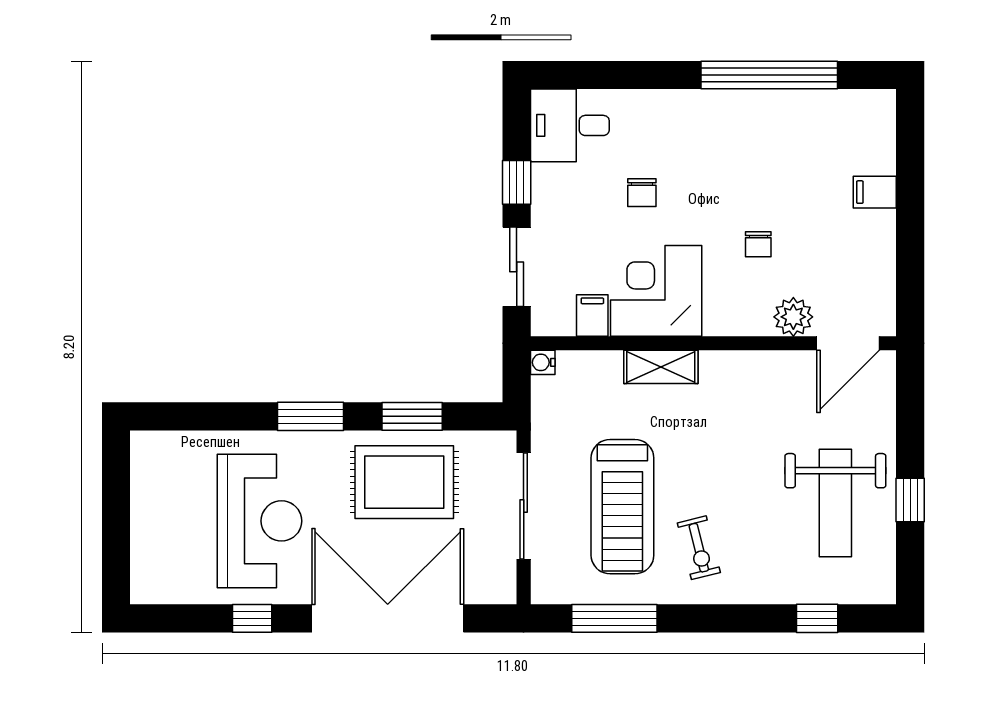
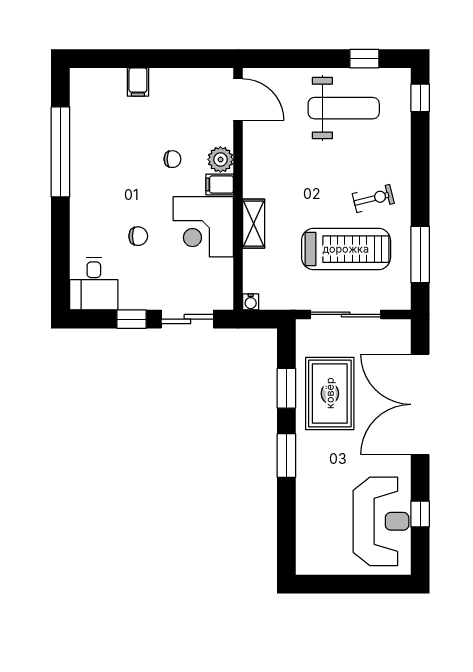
filing cabinet: (592, 315) -> (220, 185), moved
plant: (793, 317) -> (220, 159), moved
window: (910, 500) -> (364, 59), moved
reception desk: (260, 521) -> (381, 521), moved, turned 90
window: (252, 618) -> (420, 514), moved
window: (817, 618) -> (420, 98), moved

